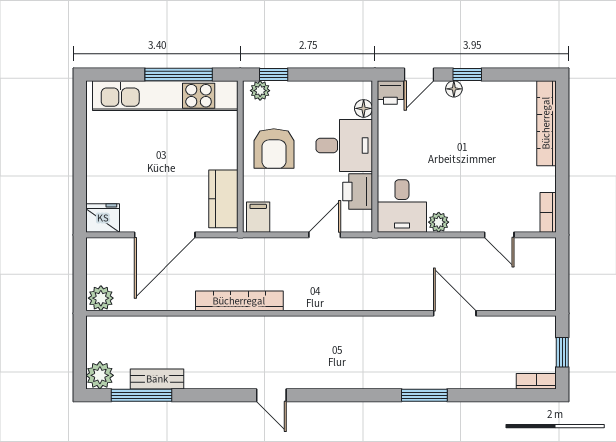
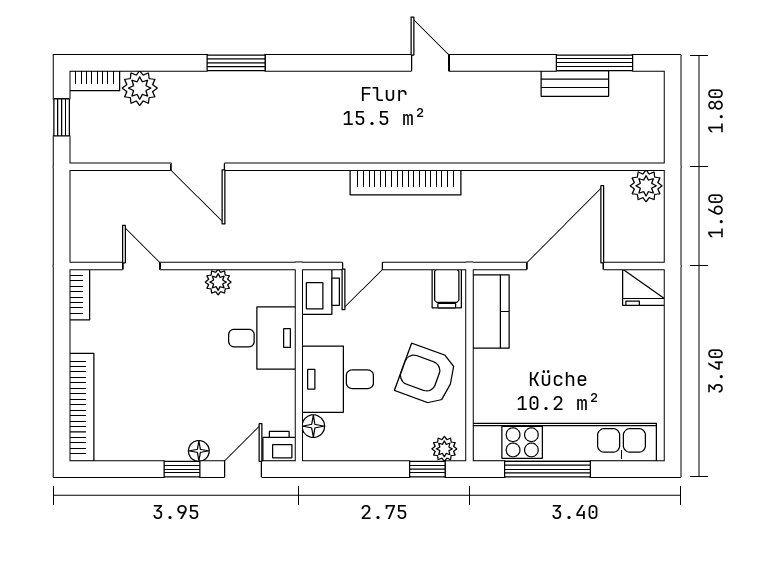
armchair: (274, 148) -> (427, 375), turned -70
printer: (358, 191) -> (321, 292), moved
desk: (402, 206) -> (262, 338), moved, turned 90
bookcase: (239, 301) -> (406, 182), moved
plant: (100, 375) -> (140, 88), moved

